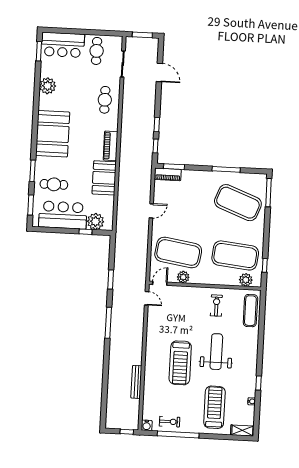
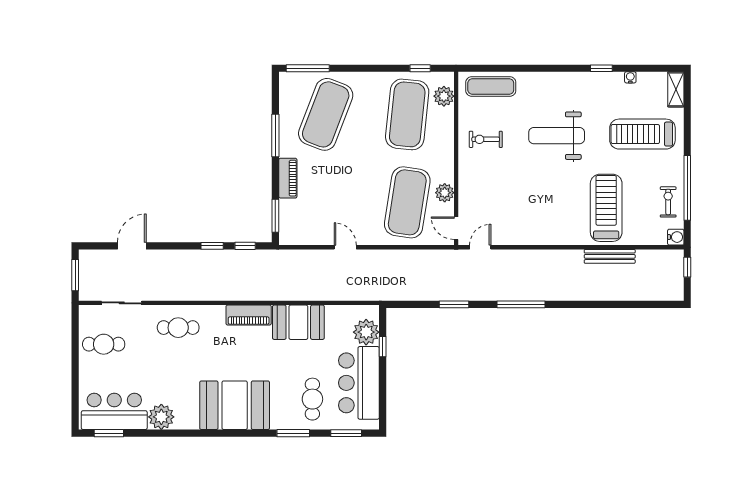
bar counter: (63, 45) -> (114, 411), moved, turned -90
piano: (168, 174) -> (288, 178), moved
treadmill: (180, 363) -> (606, 208), moved, turned -90

